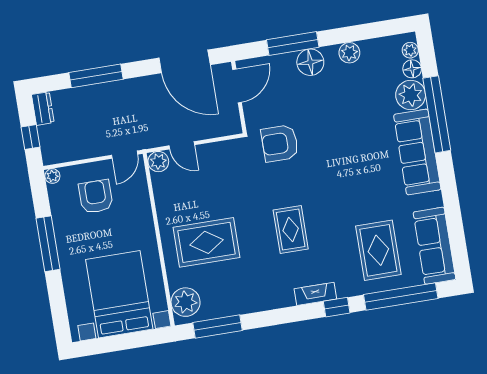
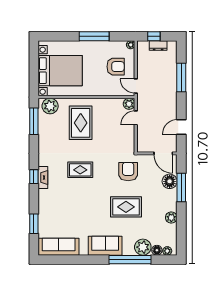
door: (185, 61) -> (181, 127), width x0.53
floor lamp: (310, 62) -> (170, 181), moved
dresser: (43, 109) -> (158, 46), moved
sofa: (417, 152) -> (105, 246), width x0.73
rug: (378, 250) -> (126, 207), moved
window: (401, 297) -> (34, 224), width x0.47
window: (337, 307) -> (34, 177), moved

